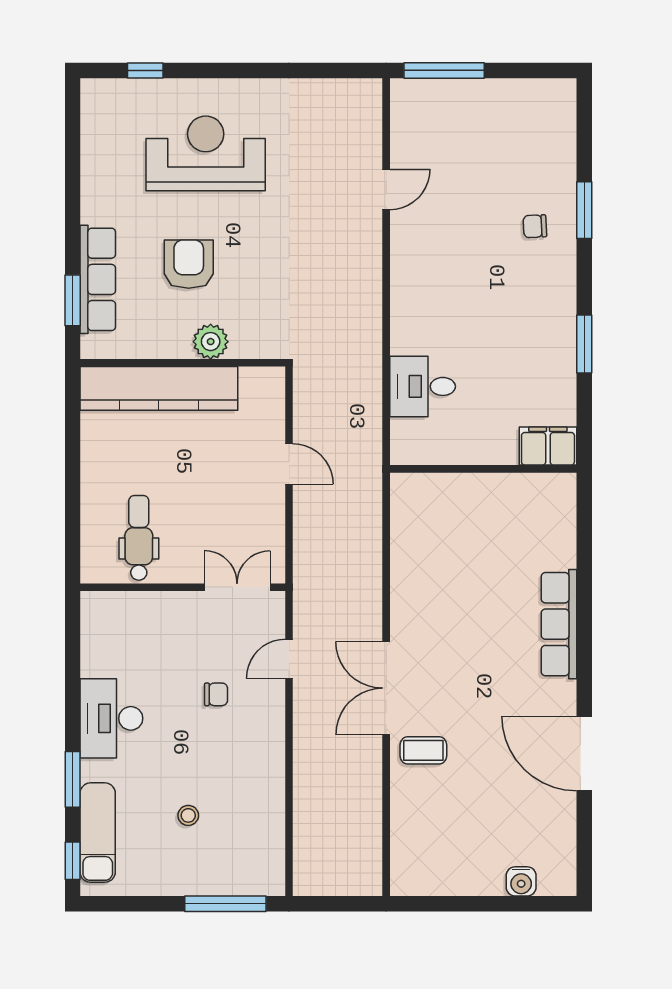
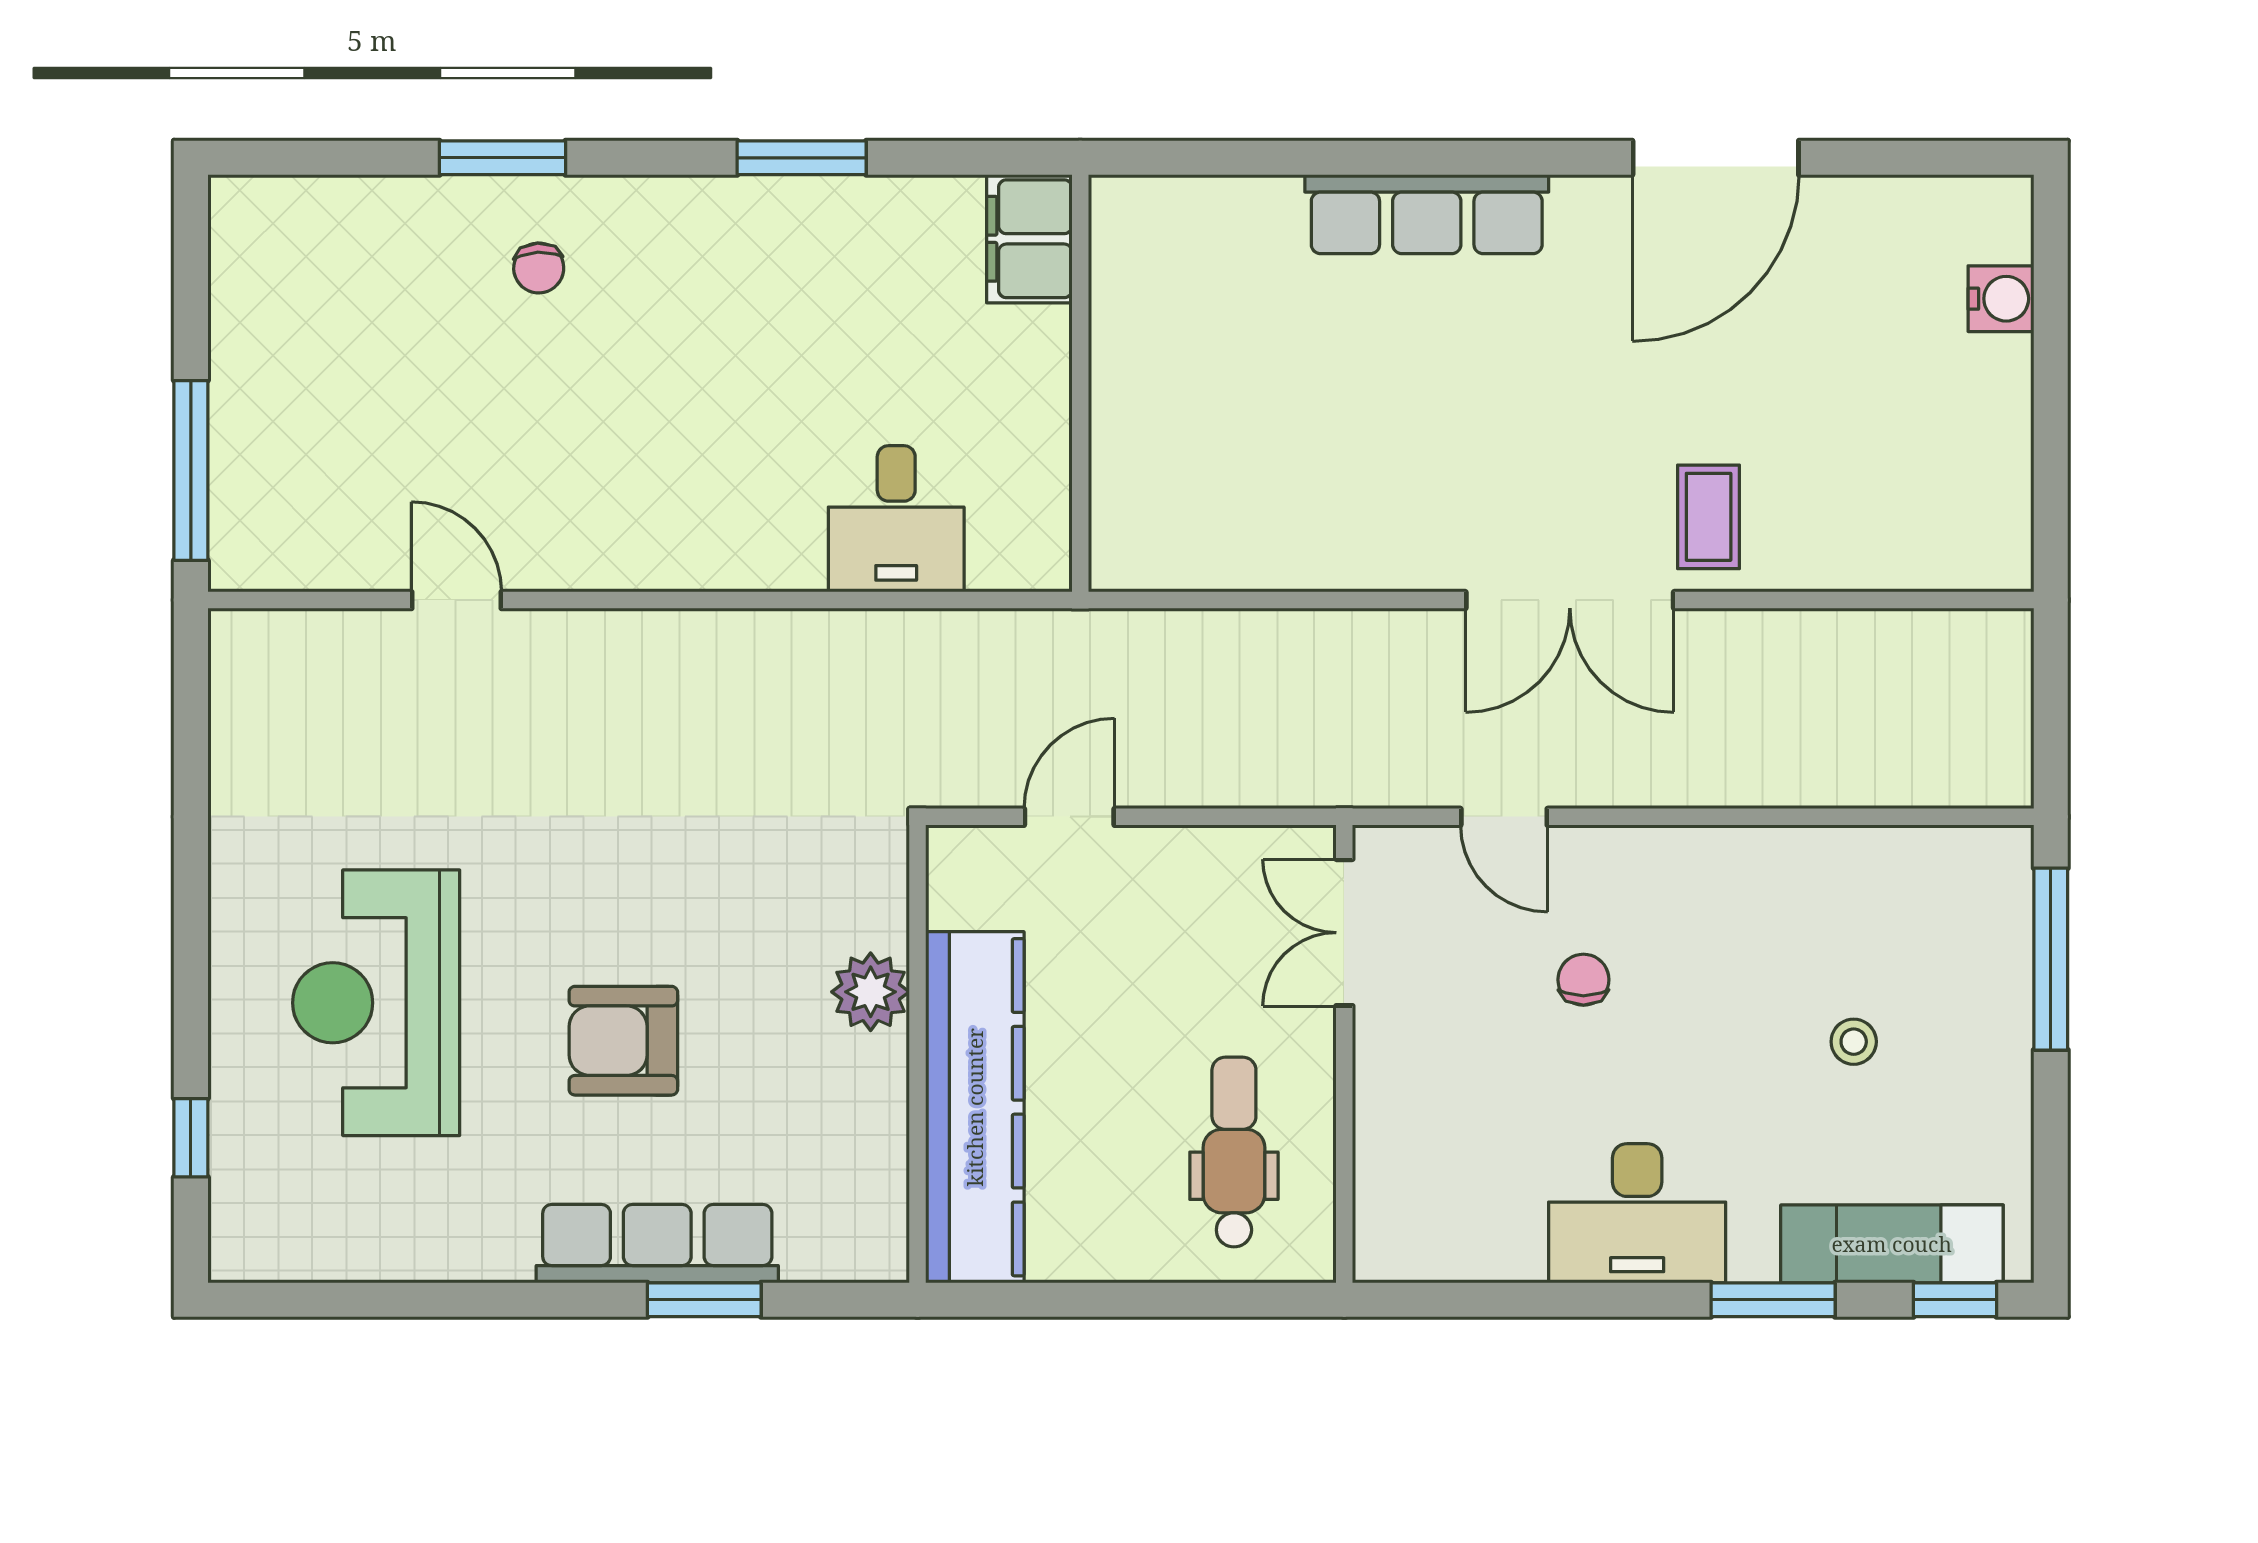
plant: (211, 342) -> (871, 992), moved
wall: (183, 363) -> (918, 1054), moved
kitchen counter: (159, 388) -> (975, 1107), moved
dental chair: (139, 538) -> (1234, 1152), turned 90

